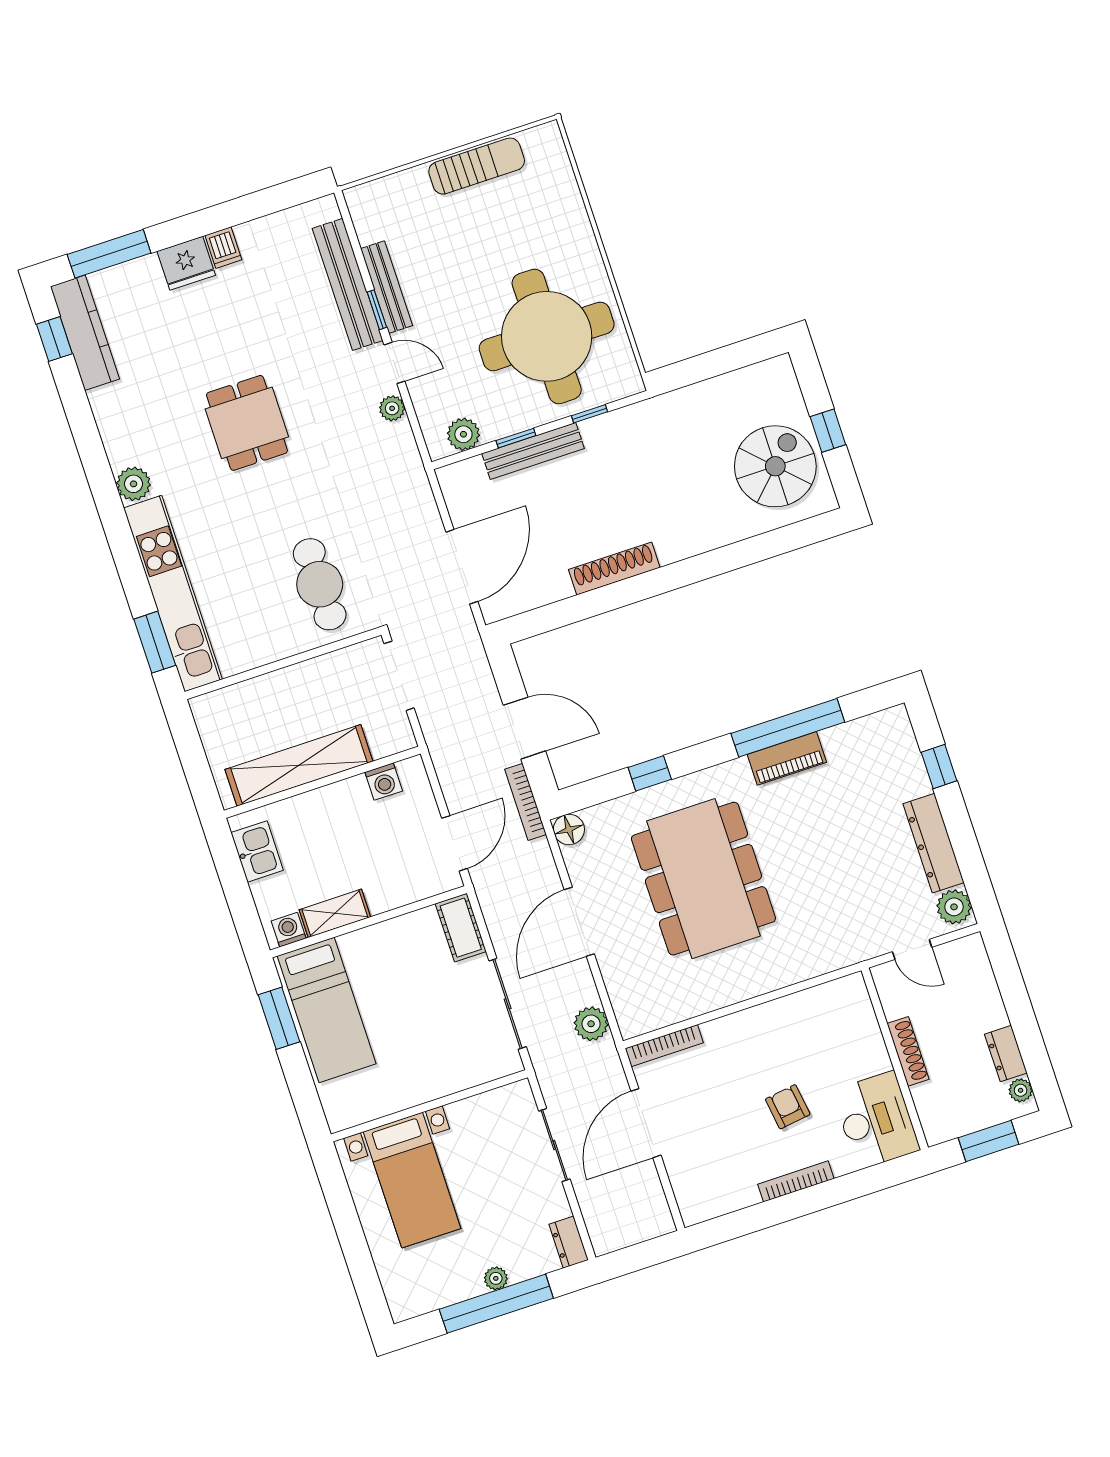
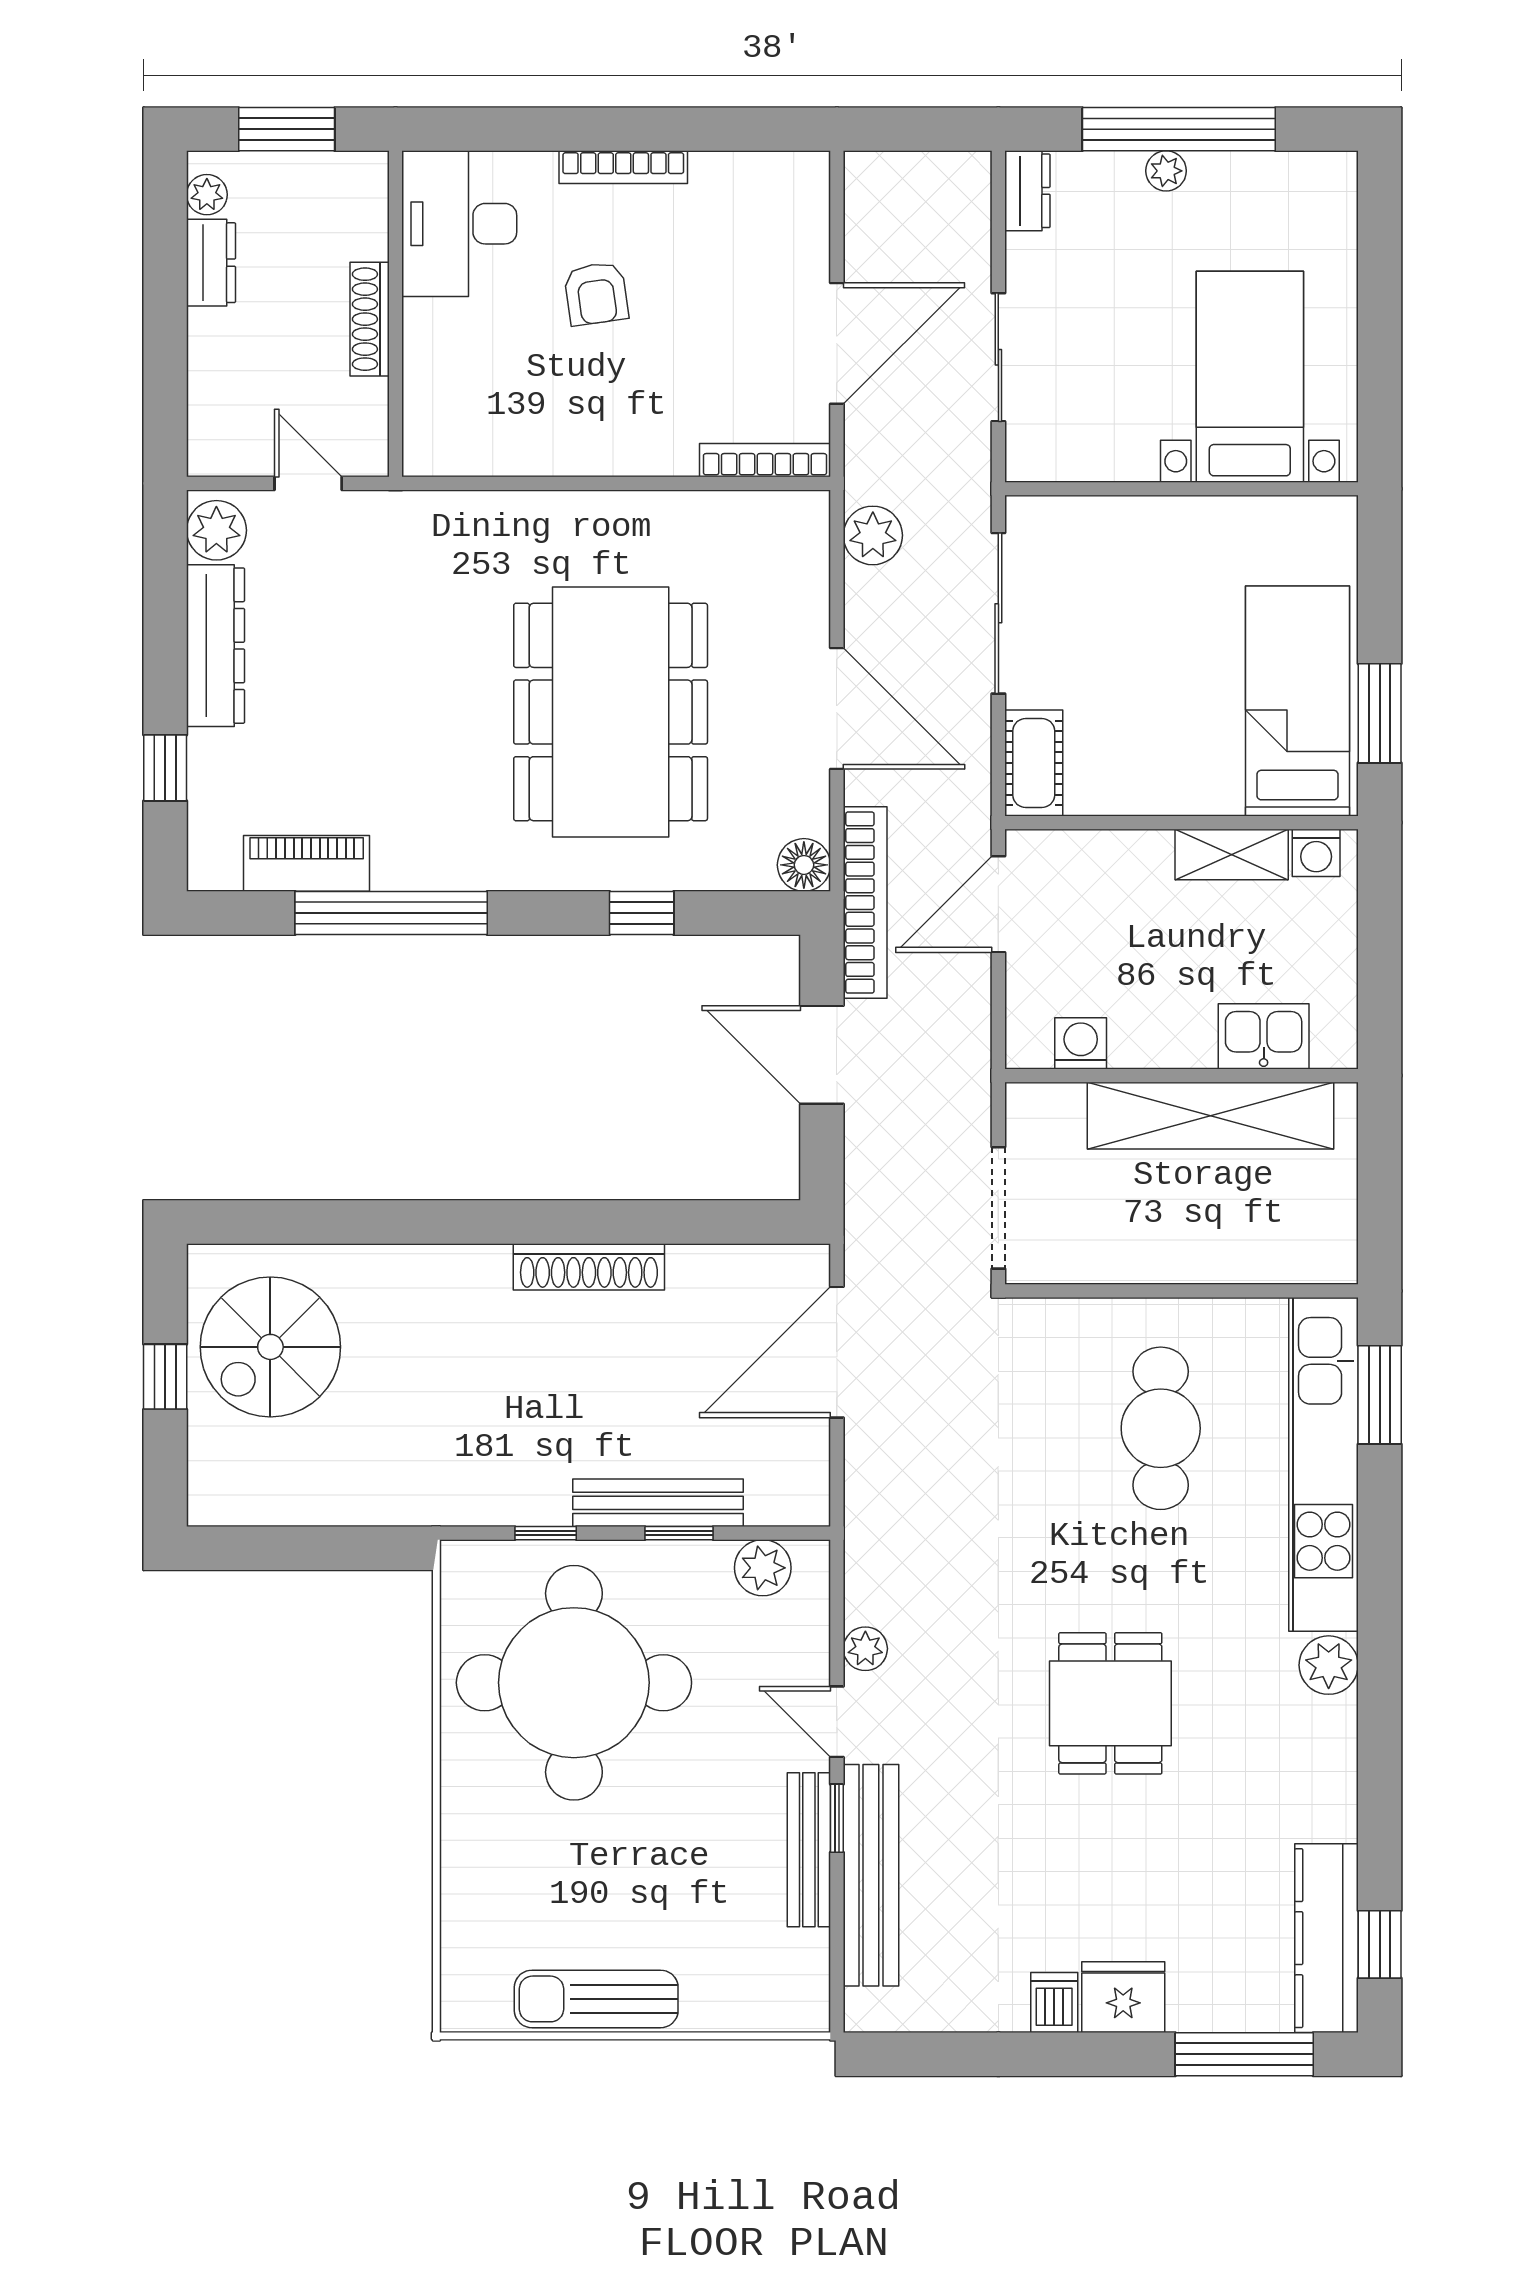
cafe table: (320, 584) -> (1161, 1428), moved
piano: (787, 758) -> (307, 863), moved
bookcase: (525, 802) -> (865, 903), width x1.48, depth x1.31
kitchen sink: (257, 851) -> (1264, 1036), moved, turned 90
door: (579, 922) -> (837, 709), hinge flipped

